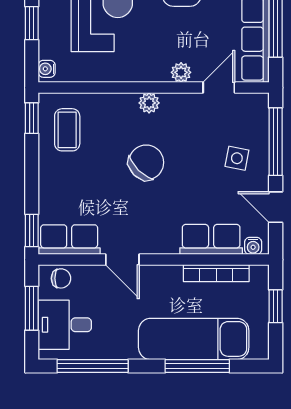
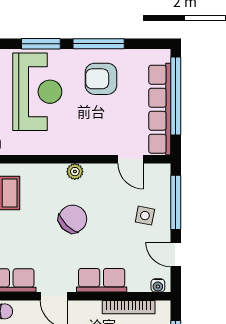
plant: (181, 72) -> (100, 147), removed
door: (219, 88) -> (131, 159), swing flipped
row of seats: (211, 239) -> (102, 280), moved

